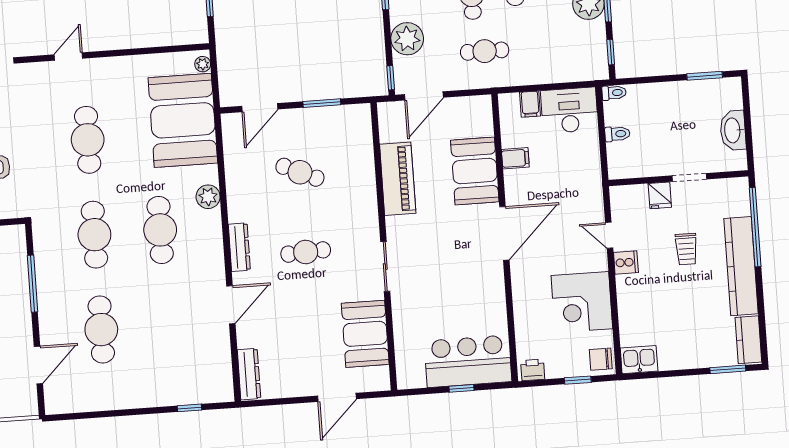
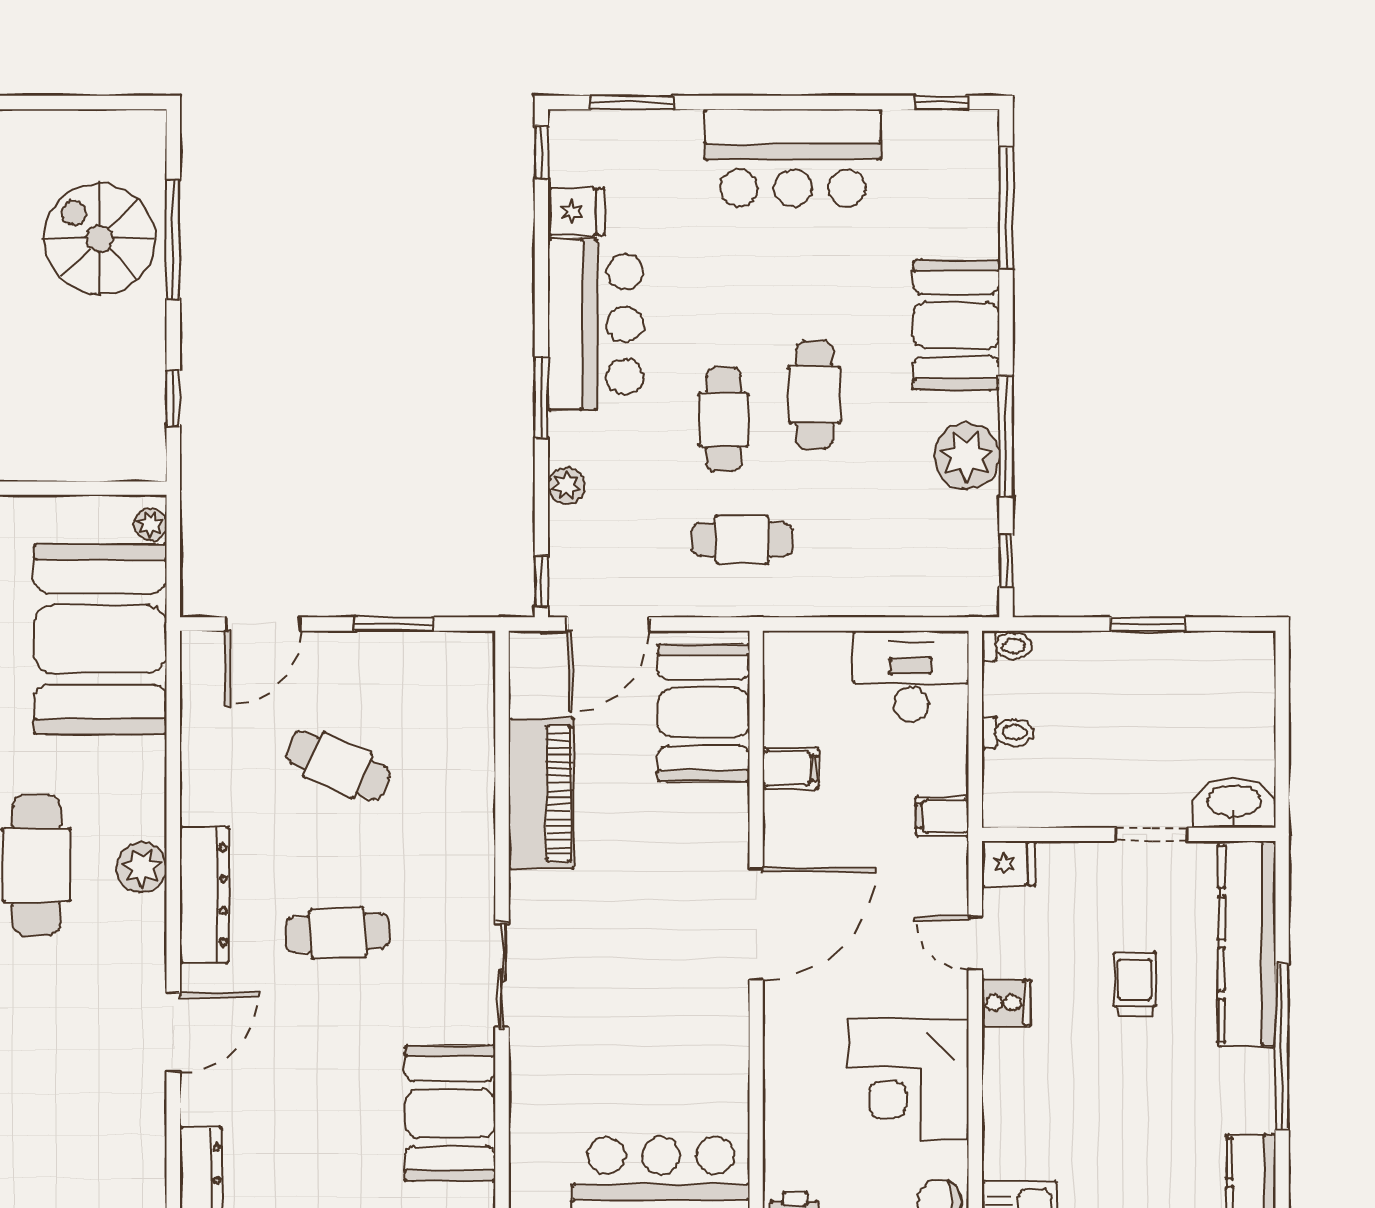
plant: (407, 39) -> (566, 486), width x0.53, depth x0.53
window: (705, 76) -> (1148, 624), moved
filing cabinet: (530, 104) -> (942, 816), moved, turned 90
washbasin: (733, 130) -> (1234, 803), moved, turned 90
booth: (475, 171) -> (704, 713), moved
fridge: (660, 195) -> (1009, 863), moved, turned -90
plant: (208, 197) -> (142, 868), moved
window: (755, 227) -> (1282, 1046), moved
dresser: (239, 247) -> (204, 895), width x1.37, depth x1.24
trolley: (686, 249) -> (1135, 984), turned 180
kitchen counter: (741, 266) -> (1247, 944), moved

